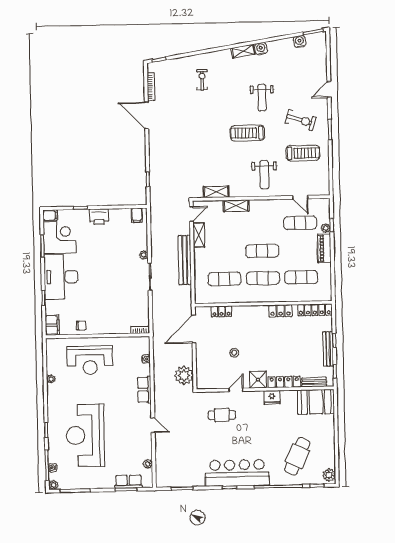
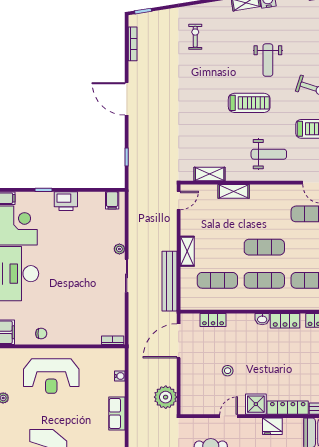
door: (147, 116) -> (127, 99), moved
treadmill: (247, 133) -> (249, 103), turned 180
weight bench: (264, 175) -> (269, 154), turned -90
shelving: (199, 235) -> (187, 251), moved
bench: (185, 260) -> (169, 281), moved
washbasin: (262, 310) -> (262, 319), added

